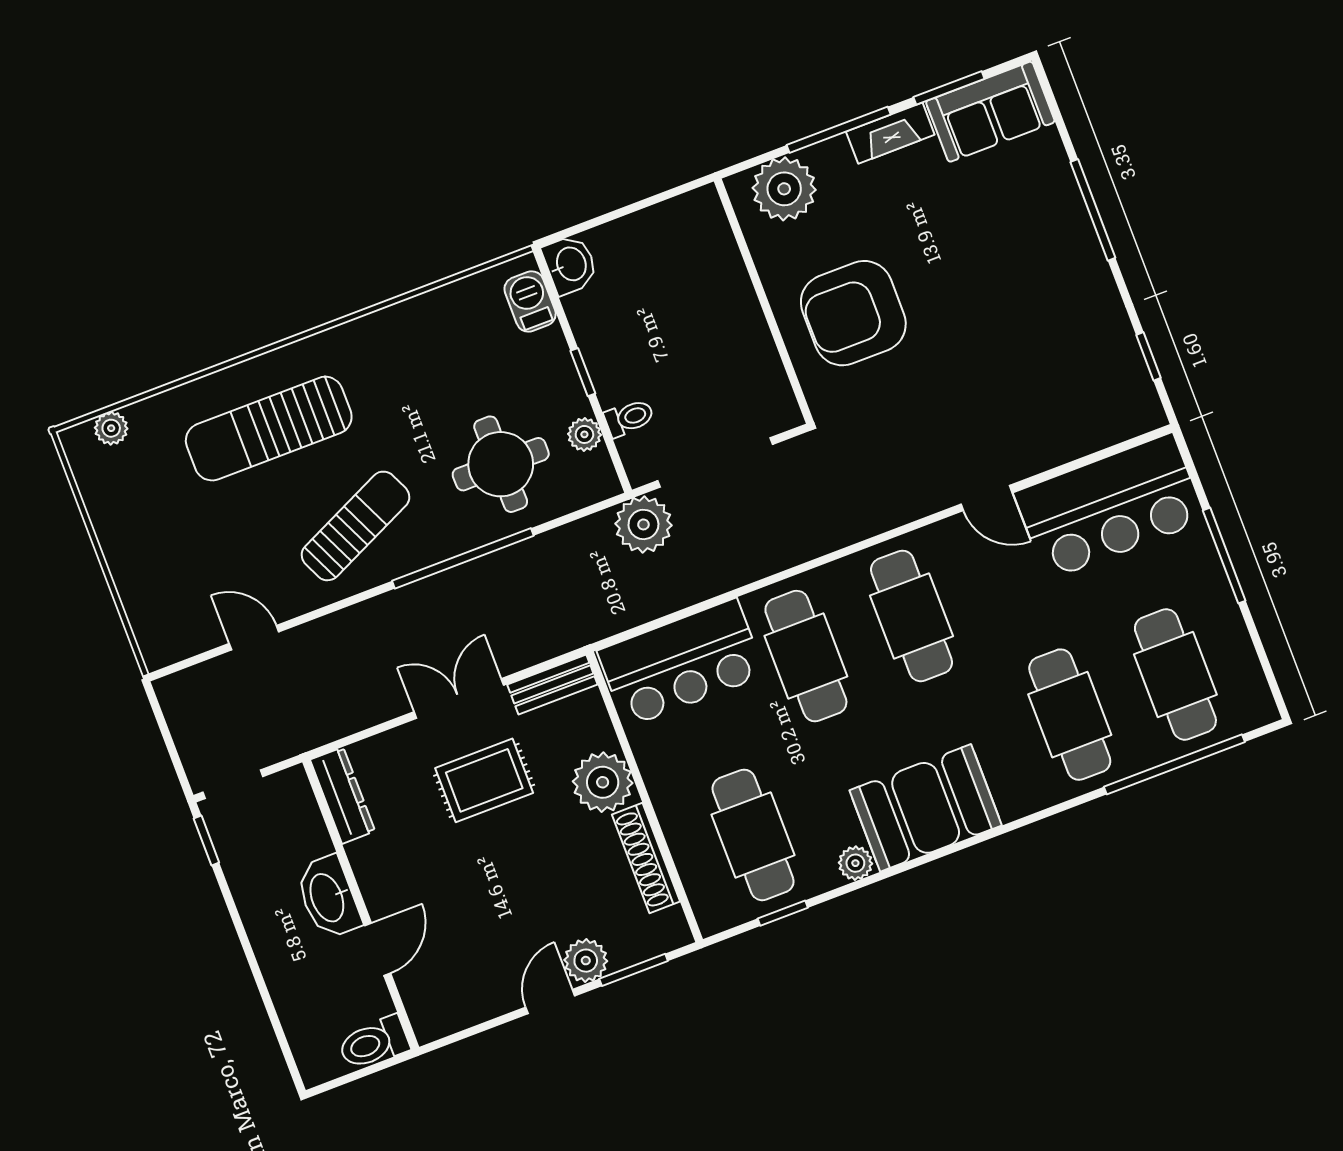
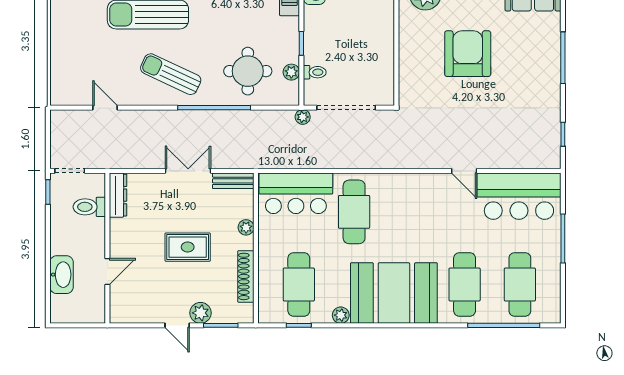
armchair: (853, 313) -> (468, 54), moved, turned 90
plant: (643, 524) -> (303, 117), width x0.53, depth x0.53
sun lounger: (356, 526) -> (171, 74), turned -130
cafe table: (911, 616) -> (409, 212), removed
rug: (484, 780) -> (188, 247), moved
plant: (603, 782) -> (246, 227), width x0.53, depth x0.53
booth: (926, 808) -> (394, 293), width x1.36, depth x1.42
washbasin: (328, 897) -> (62, 275), moved, turned 180
door: (550, 1001) -> (177, 325), swing flipped
toilet: (374, 1043) -> (89, 207), moved

